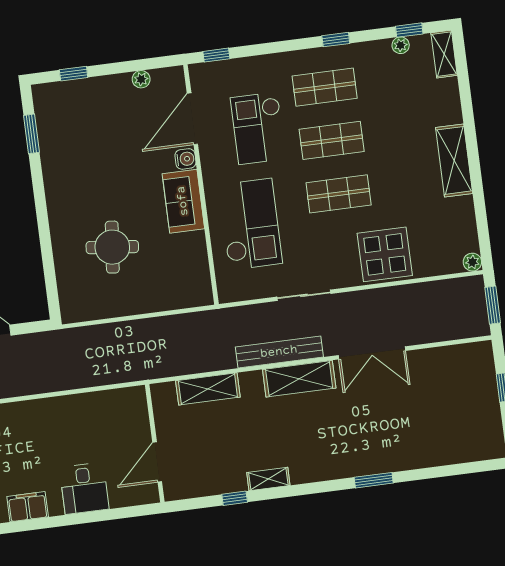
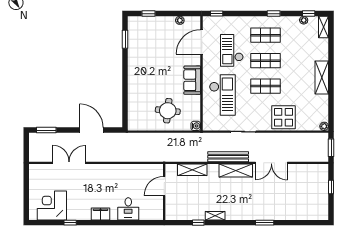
water cooler: (185, 159) -> (196, 126), moved
round table: (112, 247) -> (168, 111), moved
door: (157, 462) -> (164, 186), moved

